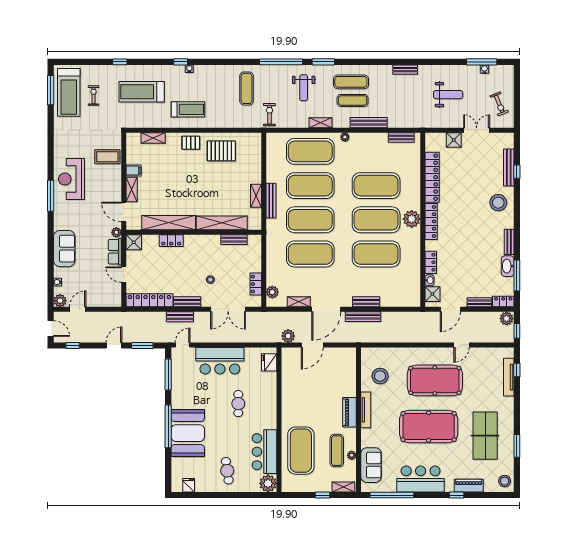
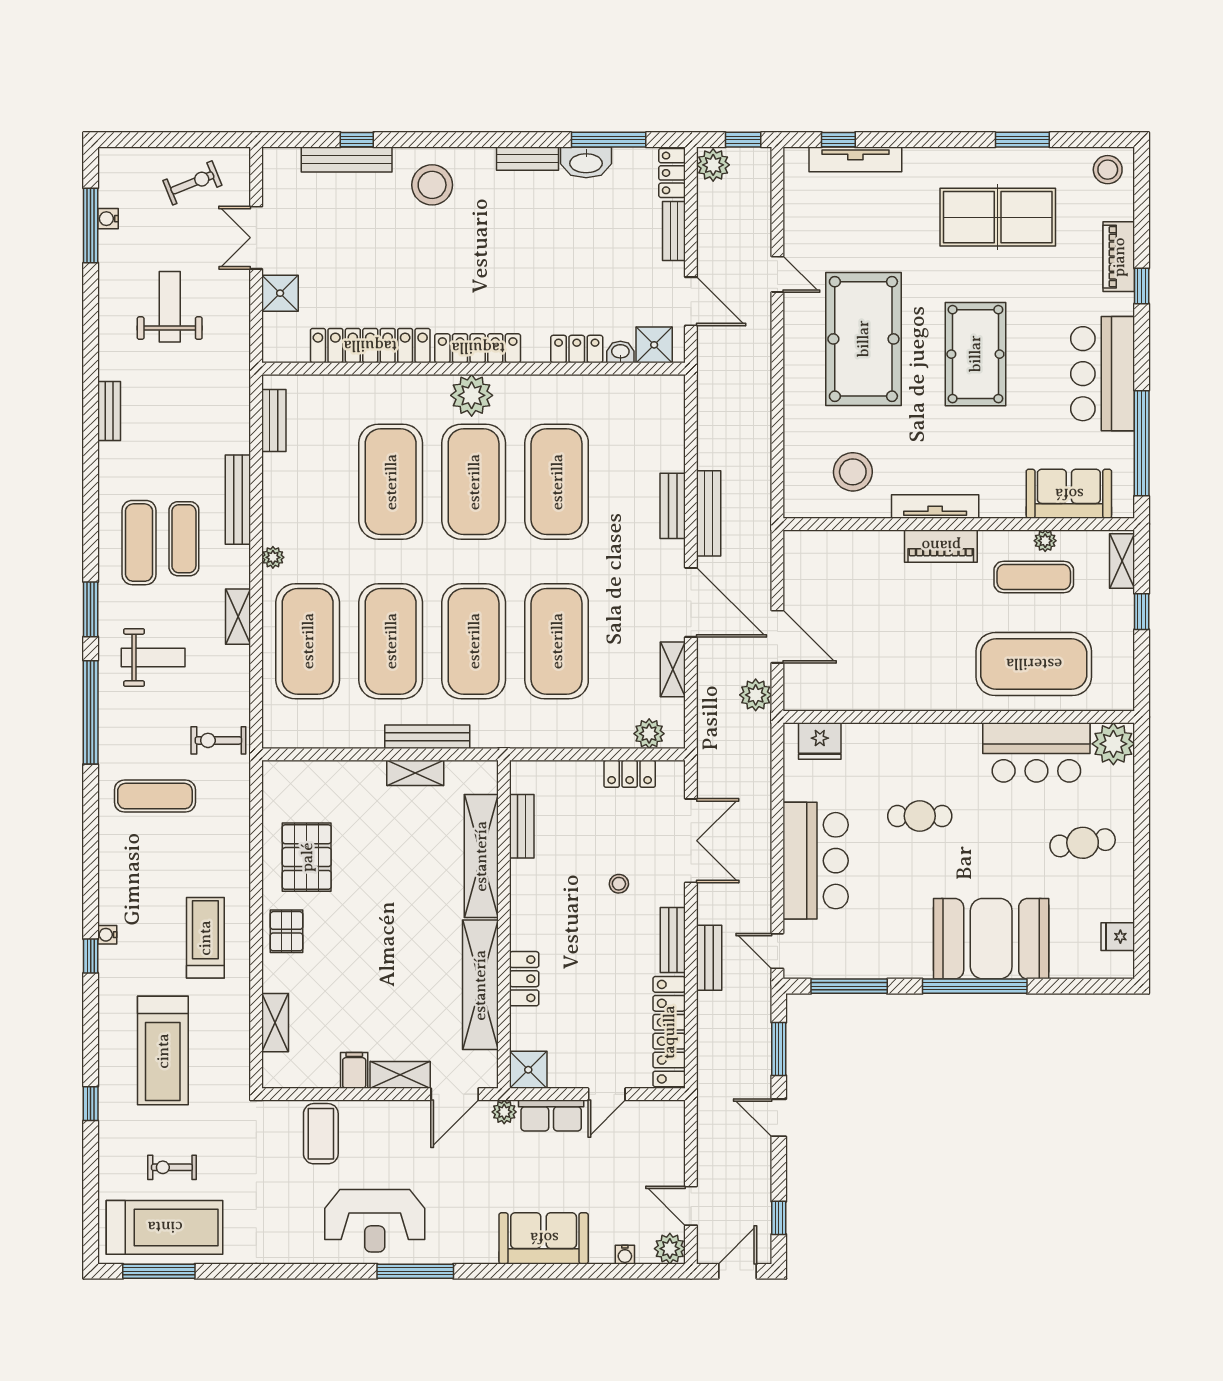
pool table: (429, 427) -> (975, 354), width x0.73, depth x0.76

